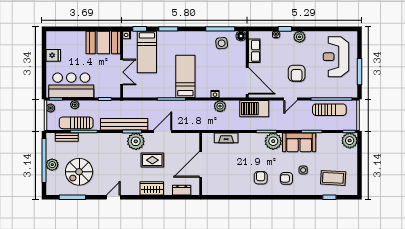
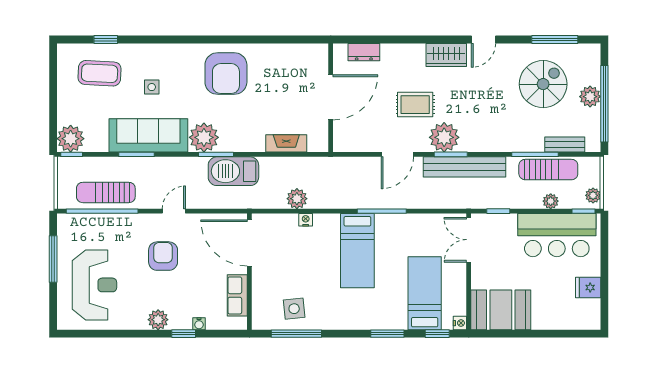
floor lamp: (241, 36) -> (260, 321), removed
double door: (122, 72) -> (469, 240), moved
barbecue: (254, 109) -> (233, 171), moved, turned 180
sofa: (299, 142) -> (148, 135), width x1.36
armchair: (261, 178) -> (226, 74), width x1.88, depth x1.88
armchair: (286, 178) -> (181, 72), removed
wardrobe: (152, 188) -> (446, 55), moved

